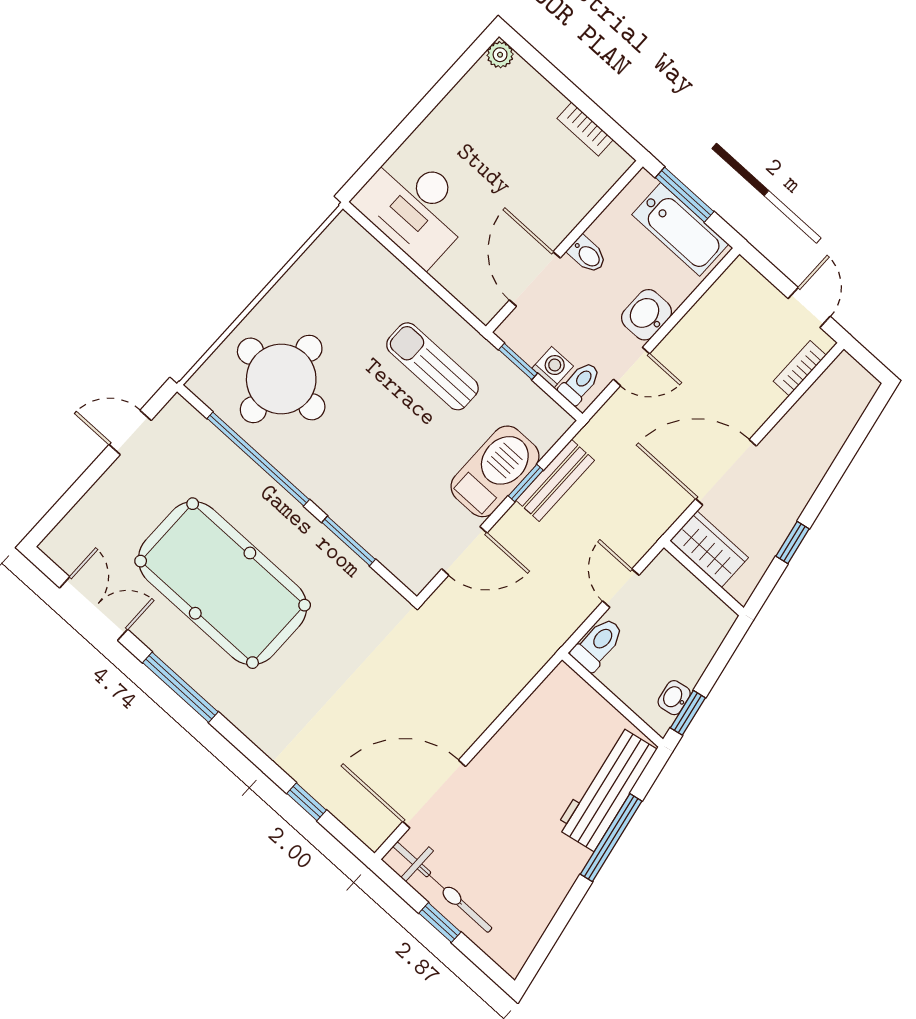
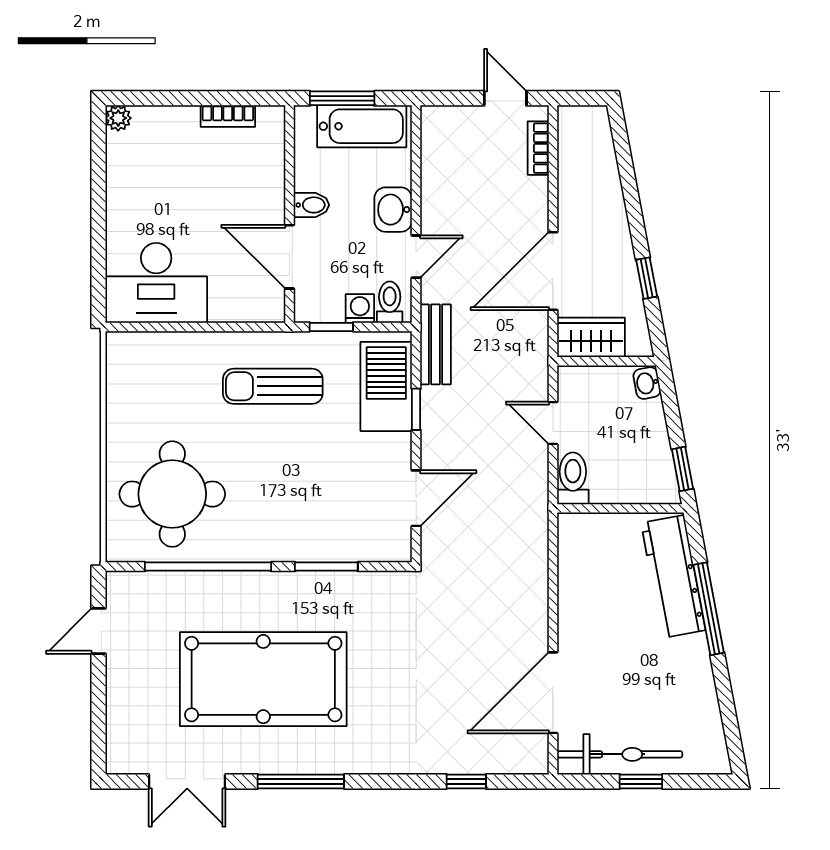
barbecue: (495, 471) -> (386, 386), moved
bench: (555, 480) -> (435, 344), moved
double door: (94, 609) -> (187, 782), swing flipped
washbasin: (674, 698) -> (647, 383), moved

